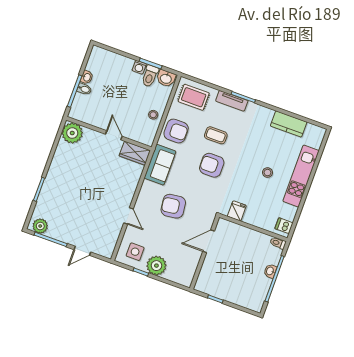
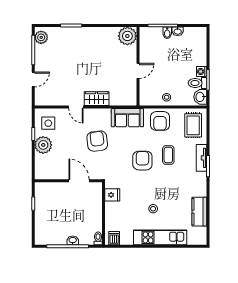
wardrobe: (135, 153) -> (97, 99), moved, turned 90
door: (129, 216) -> (76, 107), hinge flipped
door: (82, 251) -> (33, 79), swing flipped

